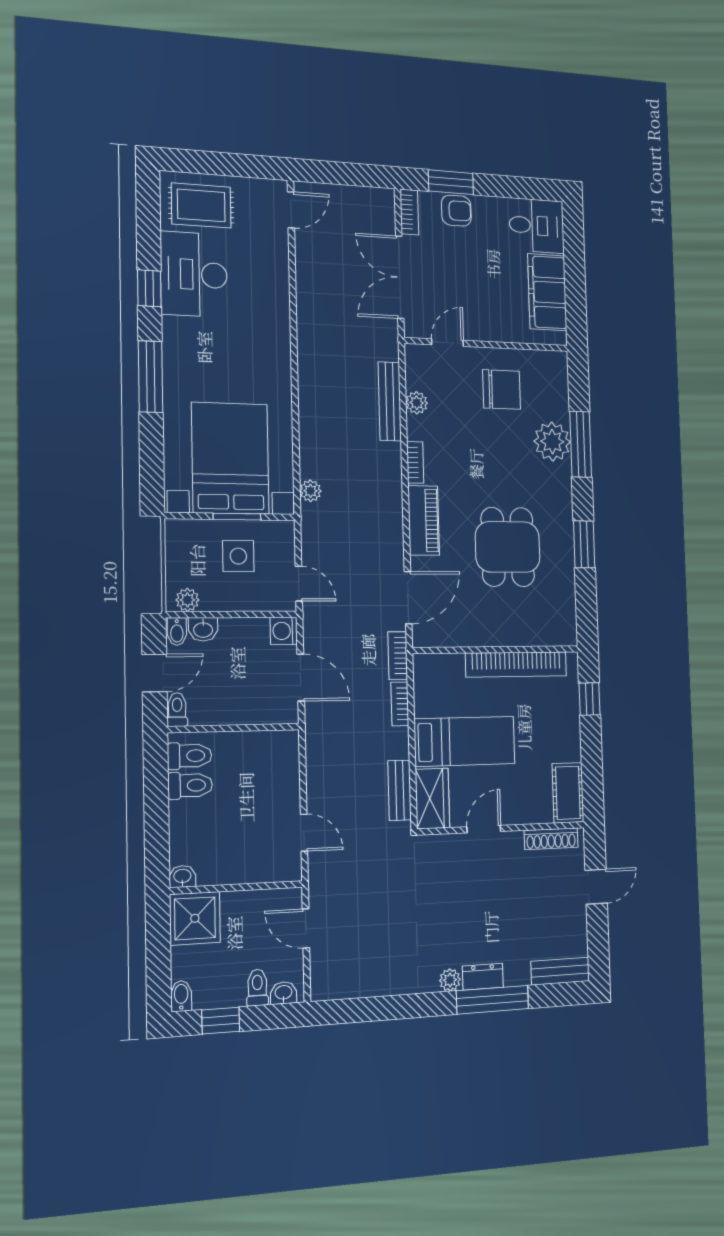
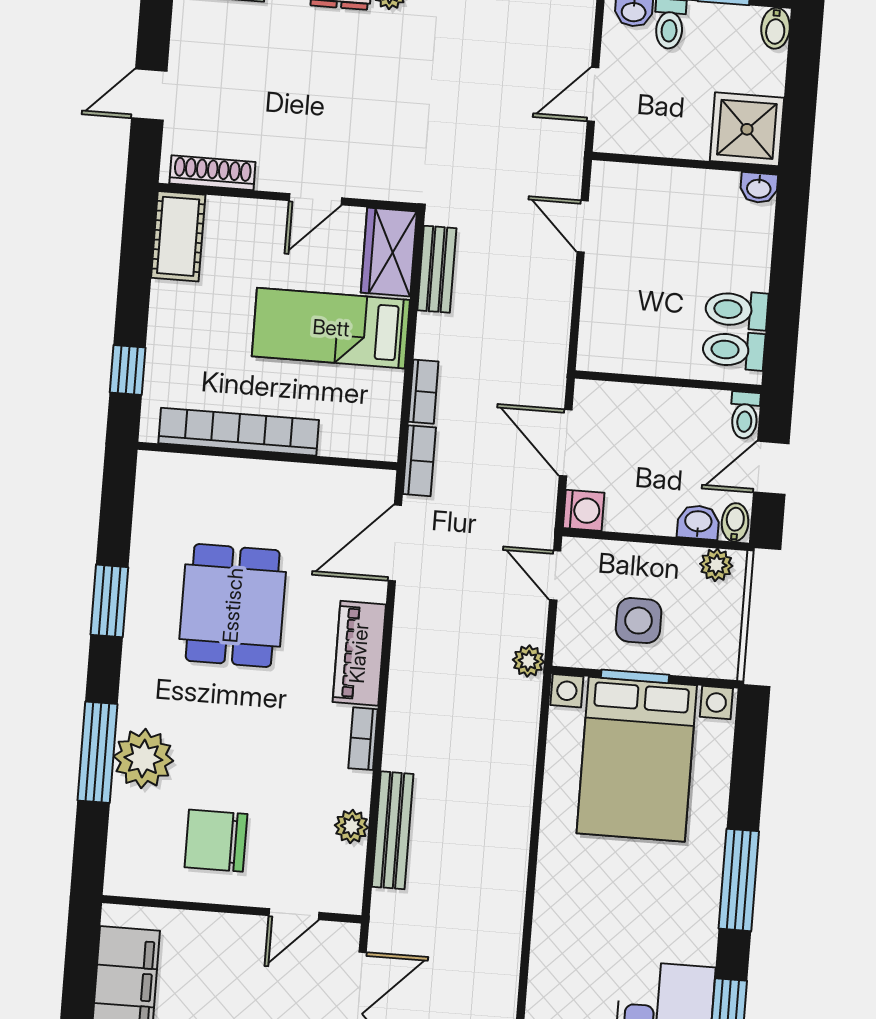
plant: (310, 491) -> (528, 661), moved
door: (306, 928) -> (593, 94), swing flipped

